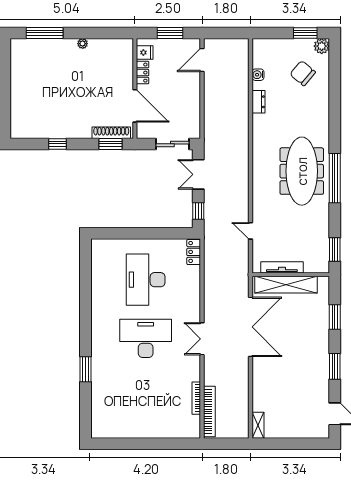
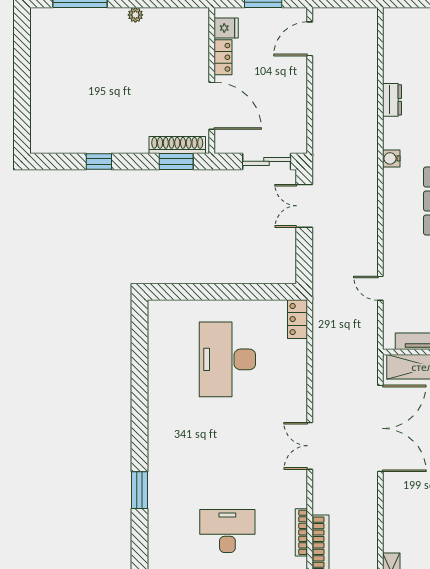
water cooler: (258, 75) -> (391, 158), moved
window: (198, 211) -> (304, 259), removed
desk: (146, 338) -> (227, 531), moved, width x0.73, depth x0.77

